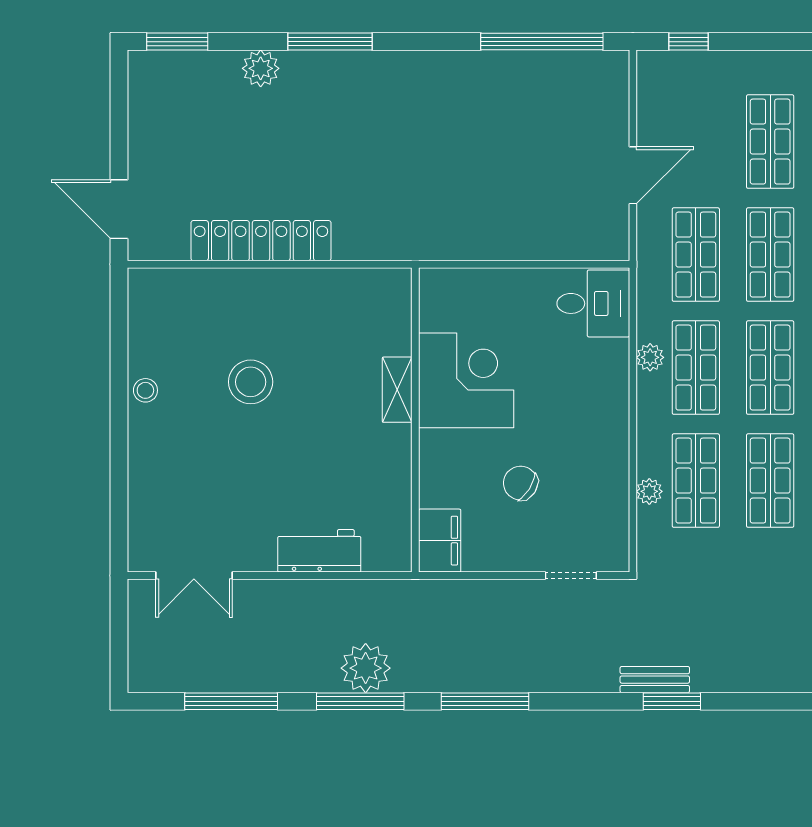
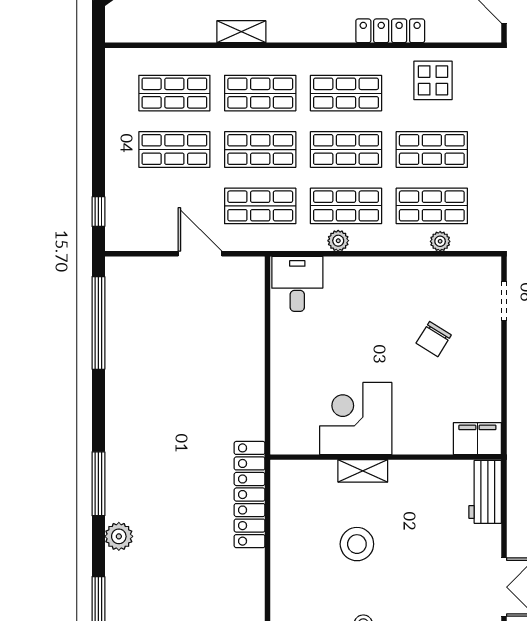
locker: (261, 241) -> (250, 495), moved
corner desk: (466, 380) -> (356, 419), moved
shelving: (397, 390) -> (363, 471), moved
wall: (415, 420) -> (386, 457), moved
filing cabinet: (440, 541) -> (477, 439), moved

